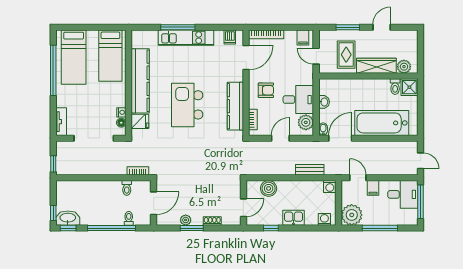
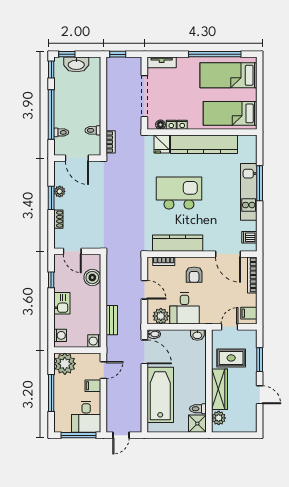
nightstand: (121, 102) -> (182, 125), added
washbasin: (324, 102) -> (197, 335), moved
washbasin: (68, 218) -> (76, 64), moved, turned 90

